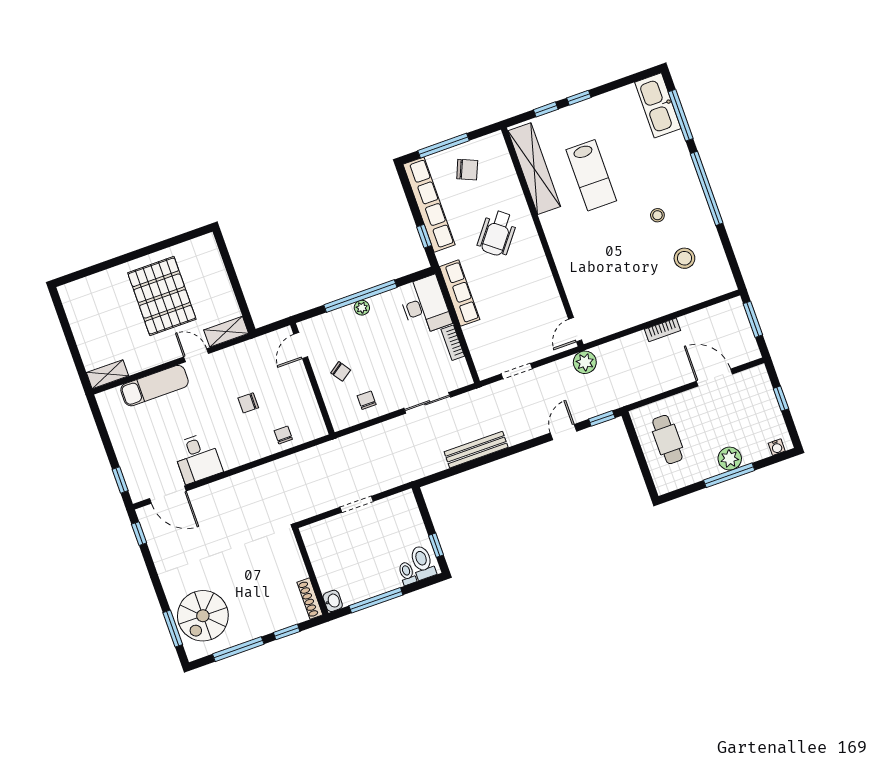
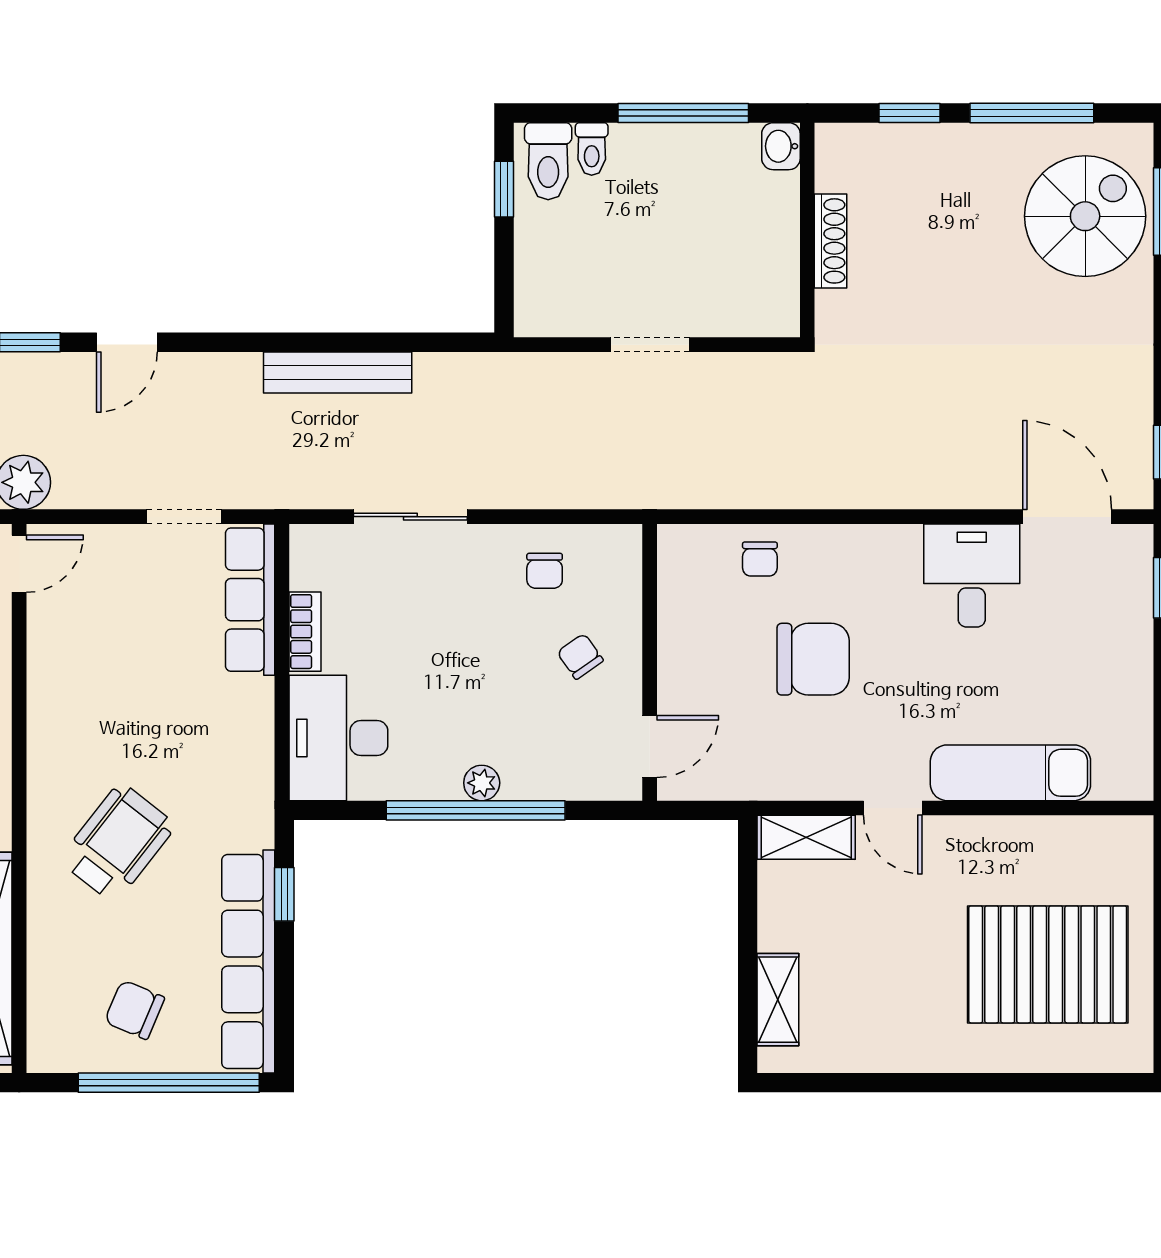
window: (443, 146) -> (169, 1083), width x1.46
row of seats: (460, 293) -> (250, 600), moved
pallet: (162, 296) -> (1048, 964), moved, turned 90
shelving: (107, 374) -> (778, 1000), moved, turned 90
chair: (248, 403) -> (813, 659), width x1.87, depth x1.87
shoe rack: (310, 599) -> (831, 241), moved

